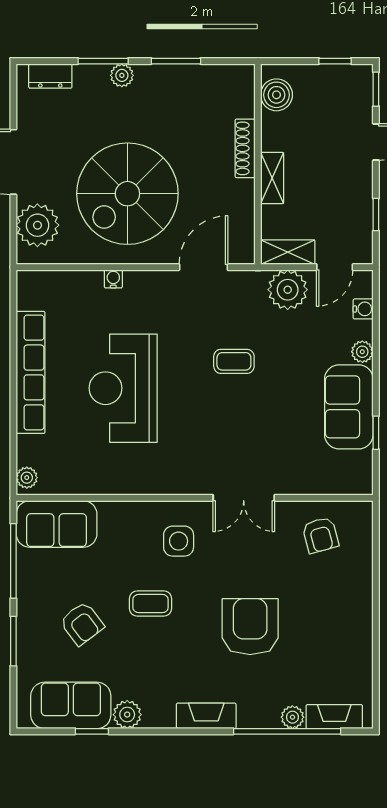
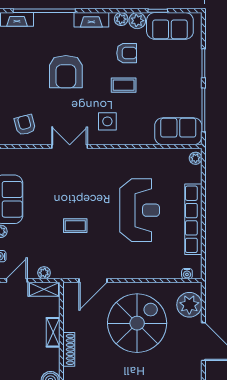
water cooler: (113, 279) -> (187, 274), moved
plant: (288, 290) -> (44, 273), width x0.53, depth x0.53
armchair: (82, 624) -> (127, 53), moved, turned 127
plant: (292, 717) -> (121, 19), moved

